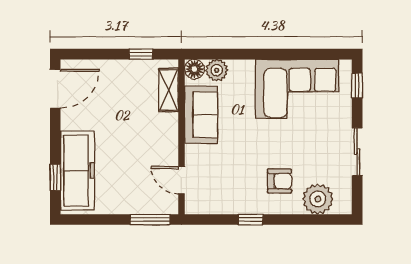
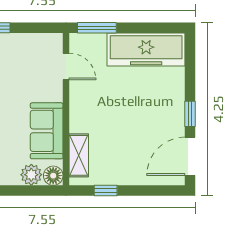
freezer: (77, 171) -> (146, 50), moved, turned -90
window: (55, 177) -> (190, 114), moved

